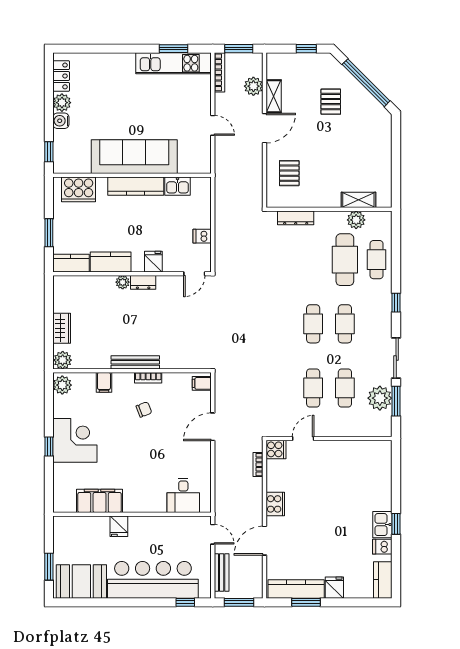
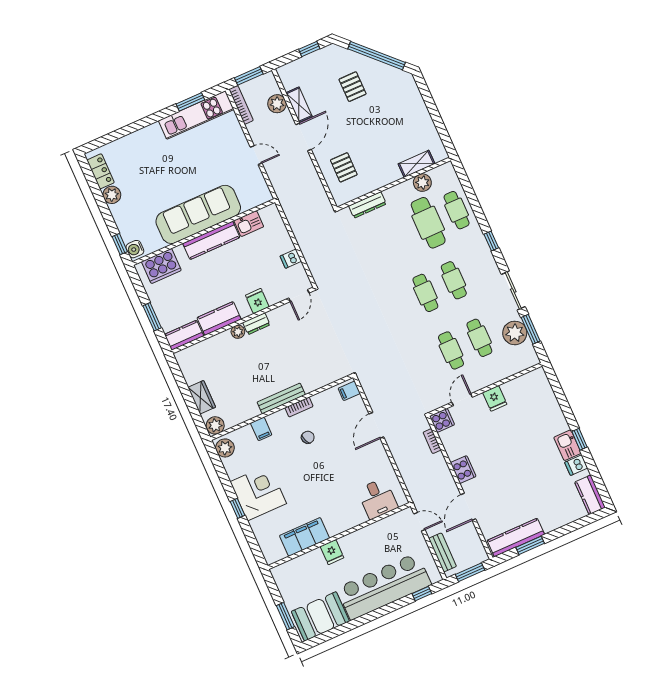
water cooler: (61, 121) -> (135, 249), moved
fridge: (334, 588) -> (495, 398), moved, turned 180

